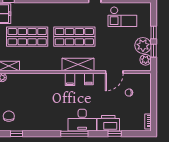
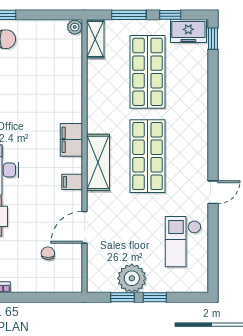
plant: (146, 60) -> (106, 283), removed
door: (114, 72) -> (85, 227), hinge flipped
filing cabinet: (70, 79) -> (71, 140), width x2.00

